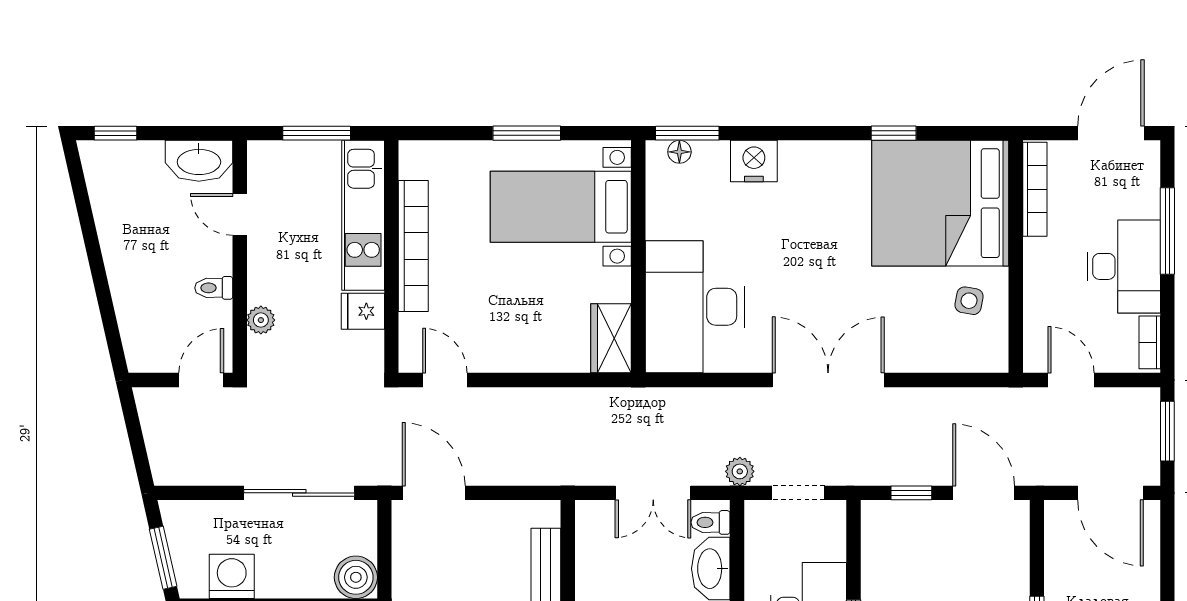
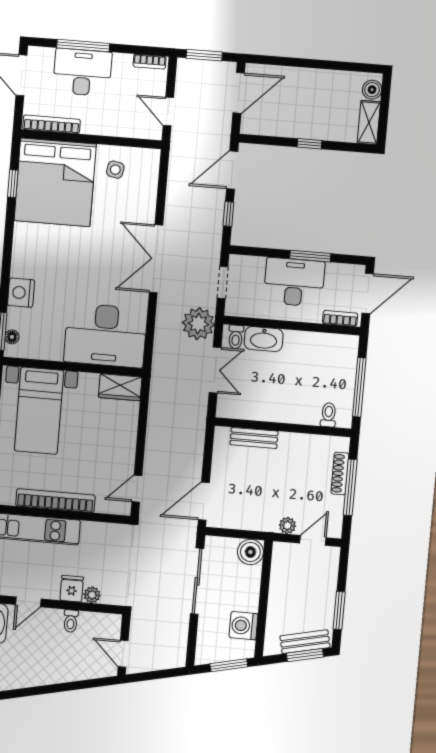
window: (894, 133) -> (13, 184), moved
desk: (1124, 266) -> (82, 72), moved
fridge: (363, 311) -> (72, 589), moved, turned 180
door: (201, 380) -> (123, 654), moved
door: (1071, 380) -> (168, 112), hinge flipped
plant: (740, 471) -> (198, 324), width x1.88, depth x1.88

